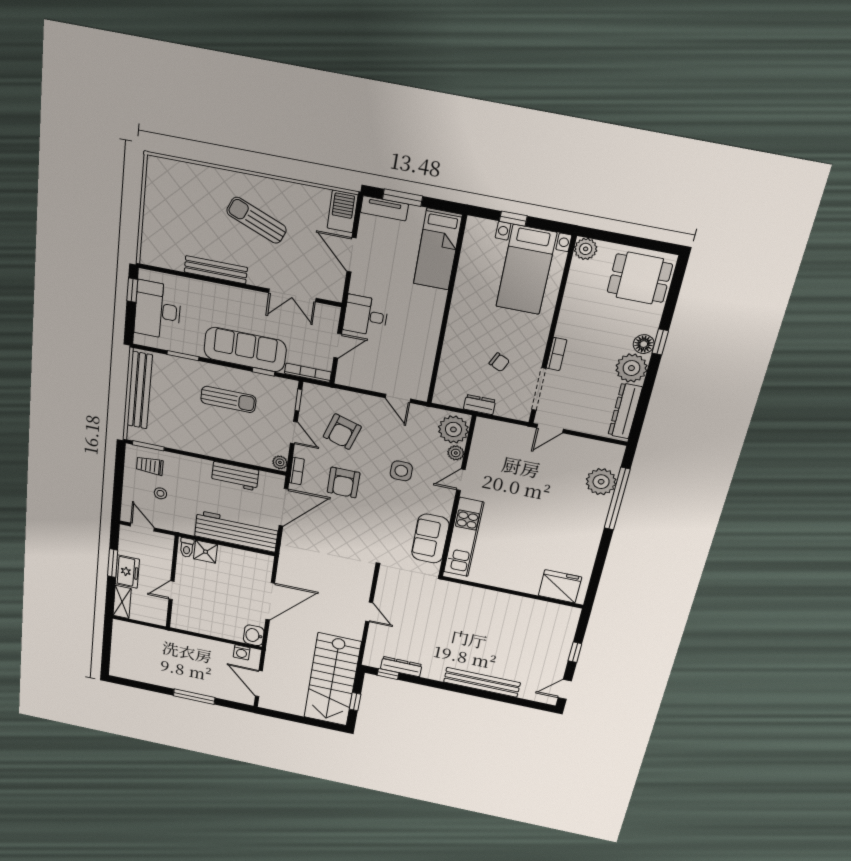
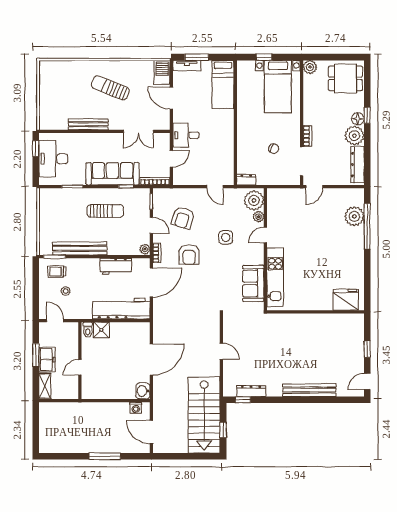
bench: (140, 390) -> (80, 248), moved, turned 90
dresser: (480, 405) -> (246, 180), moved

